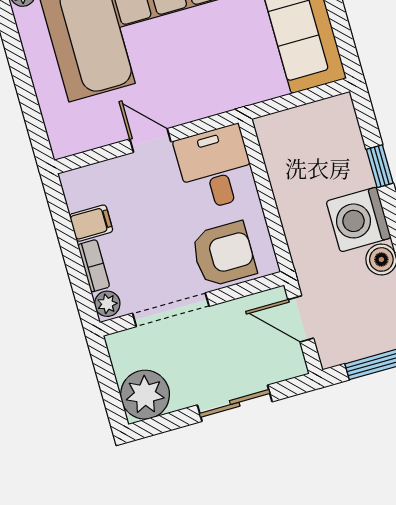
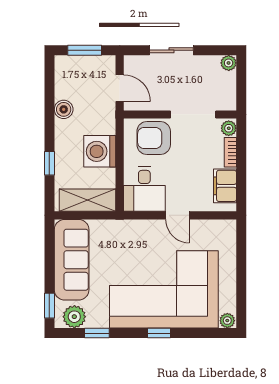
shelving: (302, 124) -> (88, 200), added
washing machine: (359, 220) -> (100, 151), moved, turned 180
filing cabinet: (91, 223) -> (225, 186), width x2.00
plant: (145, 395) -> (229, 63), width x0.53, depth x0.53

